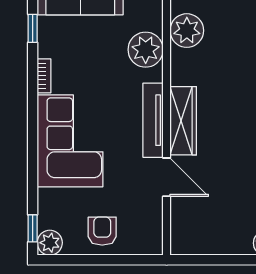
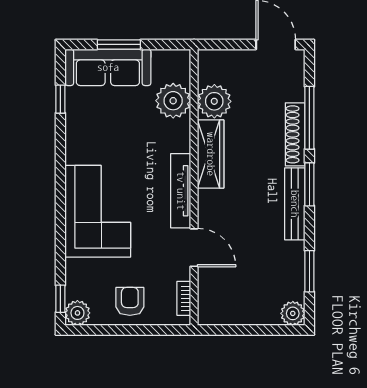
plant: (146, 50) -> (173, 101), moved
bookcase: (44, 76) -> (184, 298), moved, turned 180
wardrobe: (183, 121) -> (211, 154), moved

